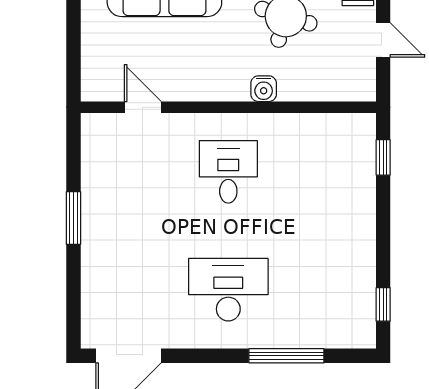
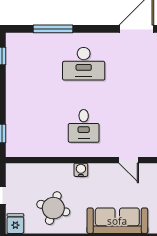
water cooler: (264, 89) -> (81, 170), moved

